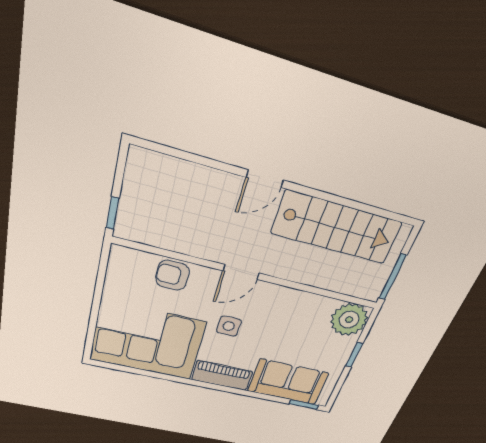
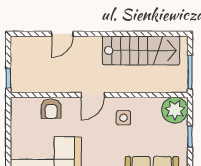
door: (265, 179) -> (62, 34), moved
armchair: (172, 275) -> (51, 109), turned -90
side table: (229, 326) -> (123, 118), moved

